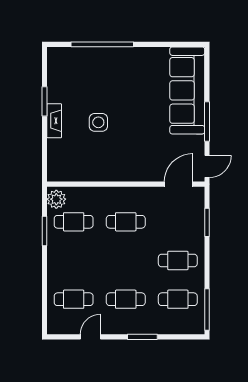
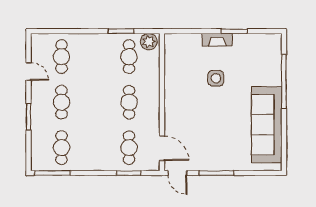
sofa: (187, 90) -> (267, 125), moved, turned -90
cafe table: (178, 261) -> (129, 148), moved

